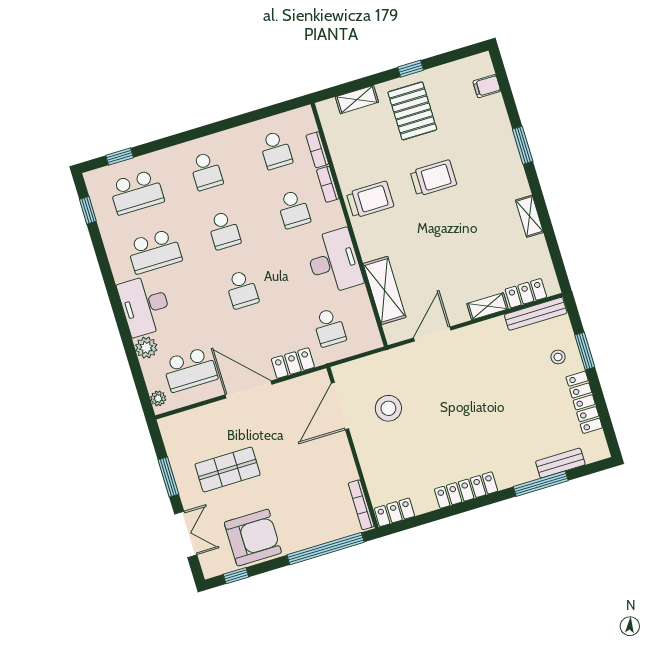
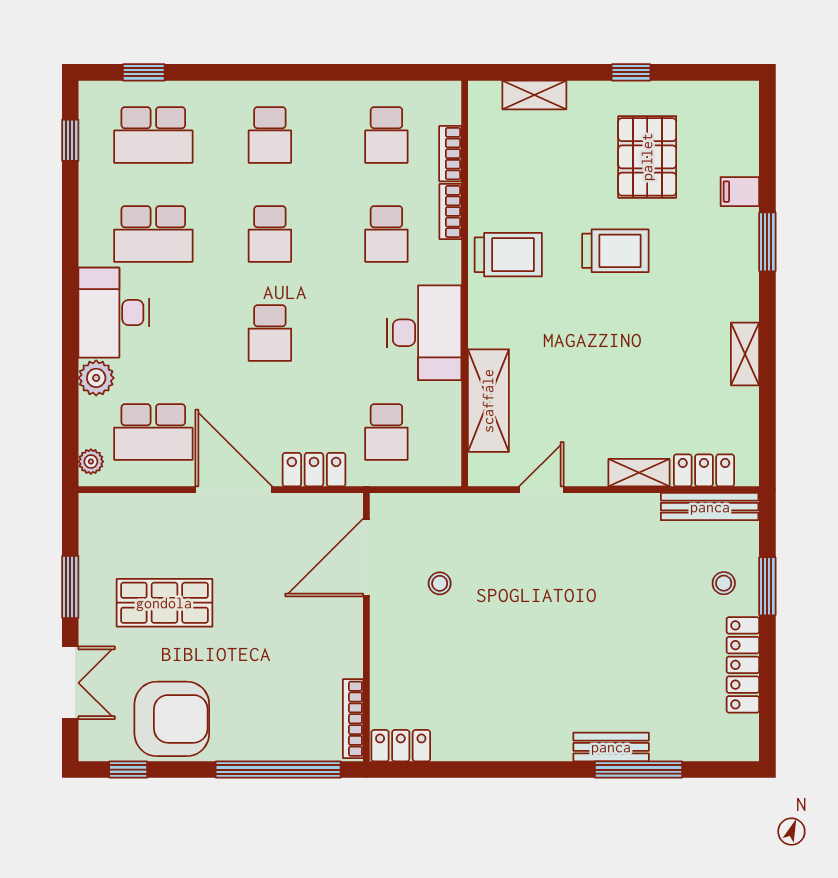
filing cabinet: (487, 86) -> (740, 192), moved
pallet: (412, 111) -> (647, 157), moved
door: (432, 334) -> (541, 490), width x0.73
stool: (388, 408) -> (440, 583), width x0.53, depth x0.53
bench: (560, 463) -> (611, 747), moved
locker: (466, 490) -> (521, 745), removed

